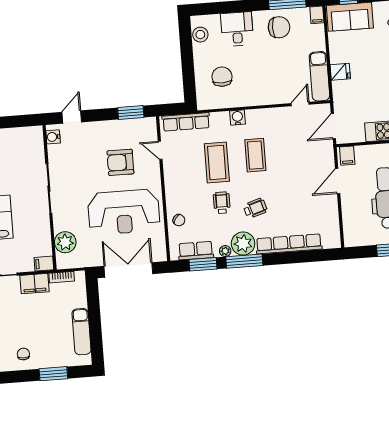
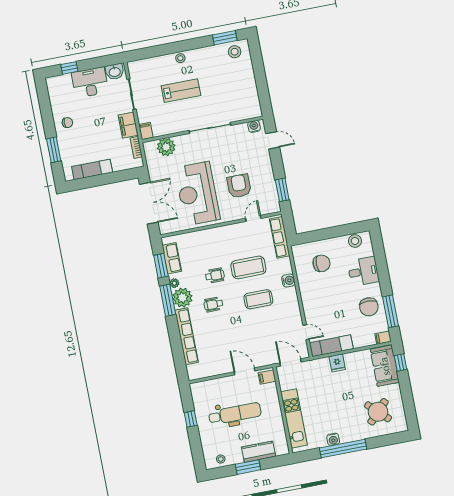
wheelchair: (255, 208) -> (213, 304), turned 107
chair: (179, 220) -> (196, 241), removed

